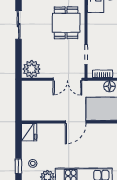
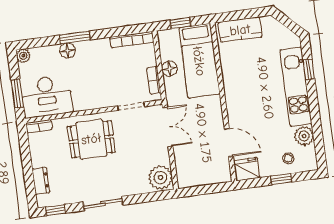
door: (76, 122) -> (229, 143), moved
window: (18, 166) -> (281, 179), moved

